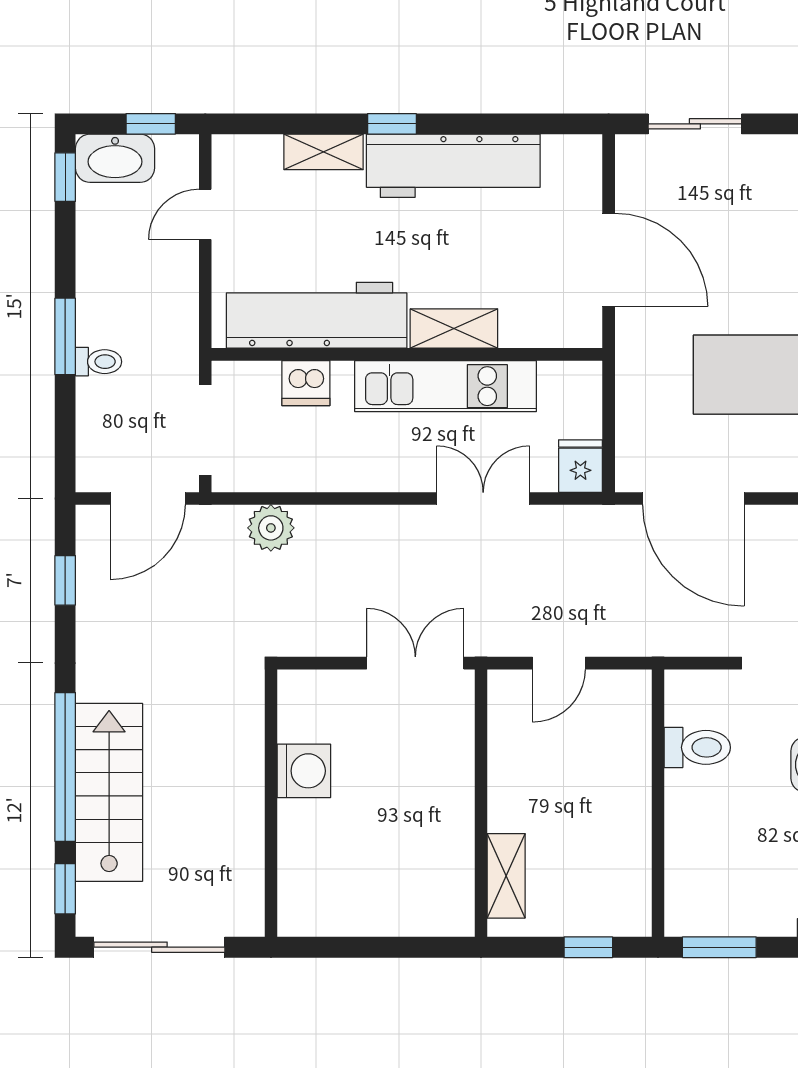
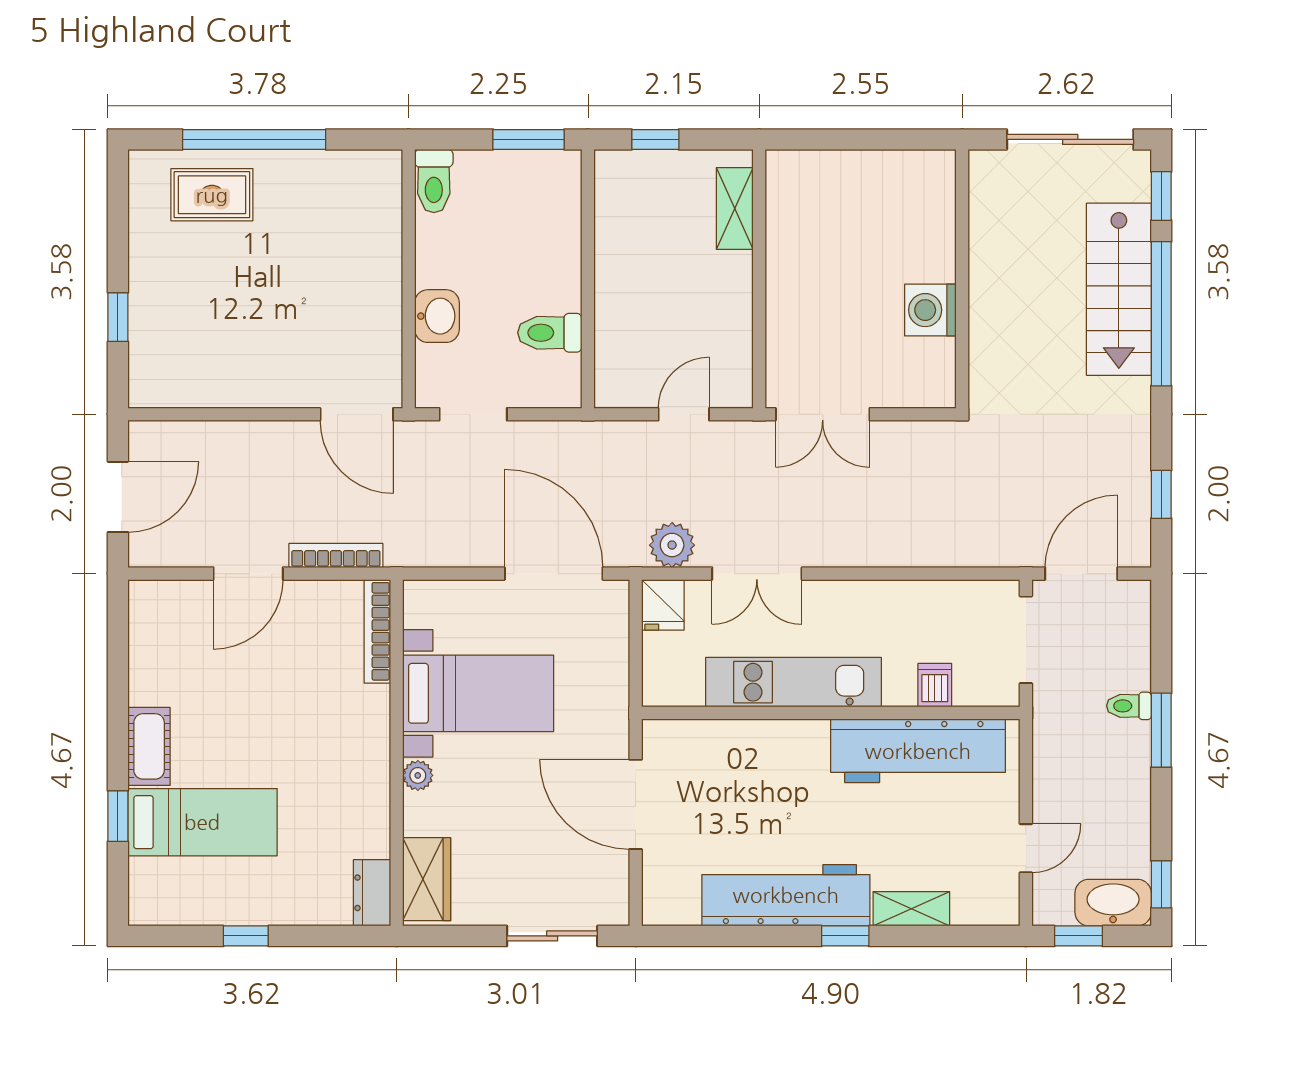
shelving: (454, 329) -> (785, 738), removed
dishwasher: (306, 383) -> (935, 685), width x0.73
plant: (271, 528) -> (672, 545), moved

